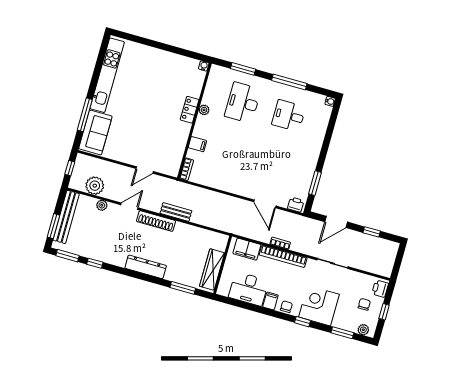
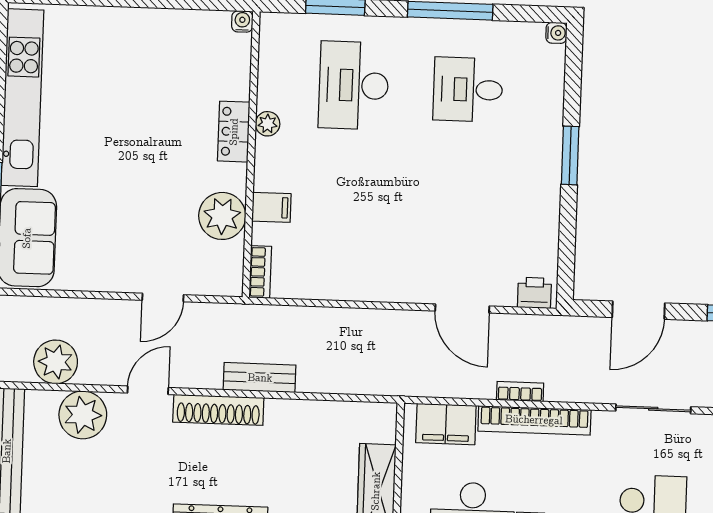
plant: (177, 143) -> (222, 216), added
window: (315, 183) -> (570, 155), moved
plant: (102, 205) -> (83, 415), width x1.87, depth x1.87

